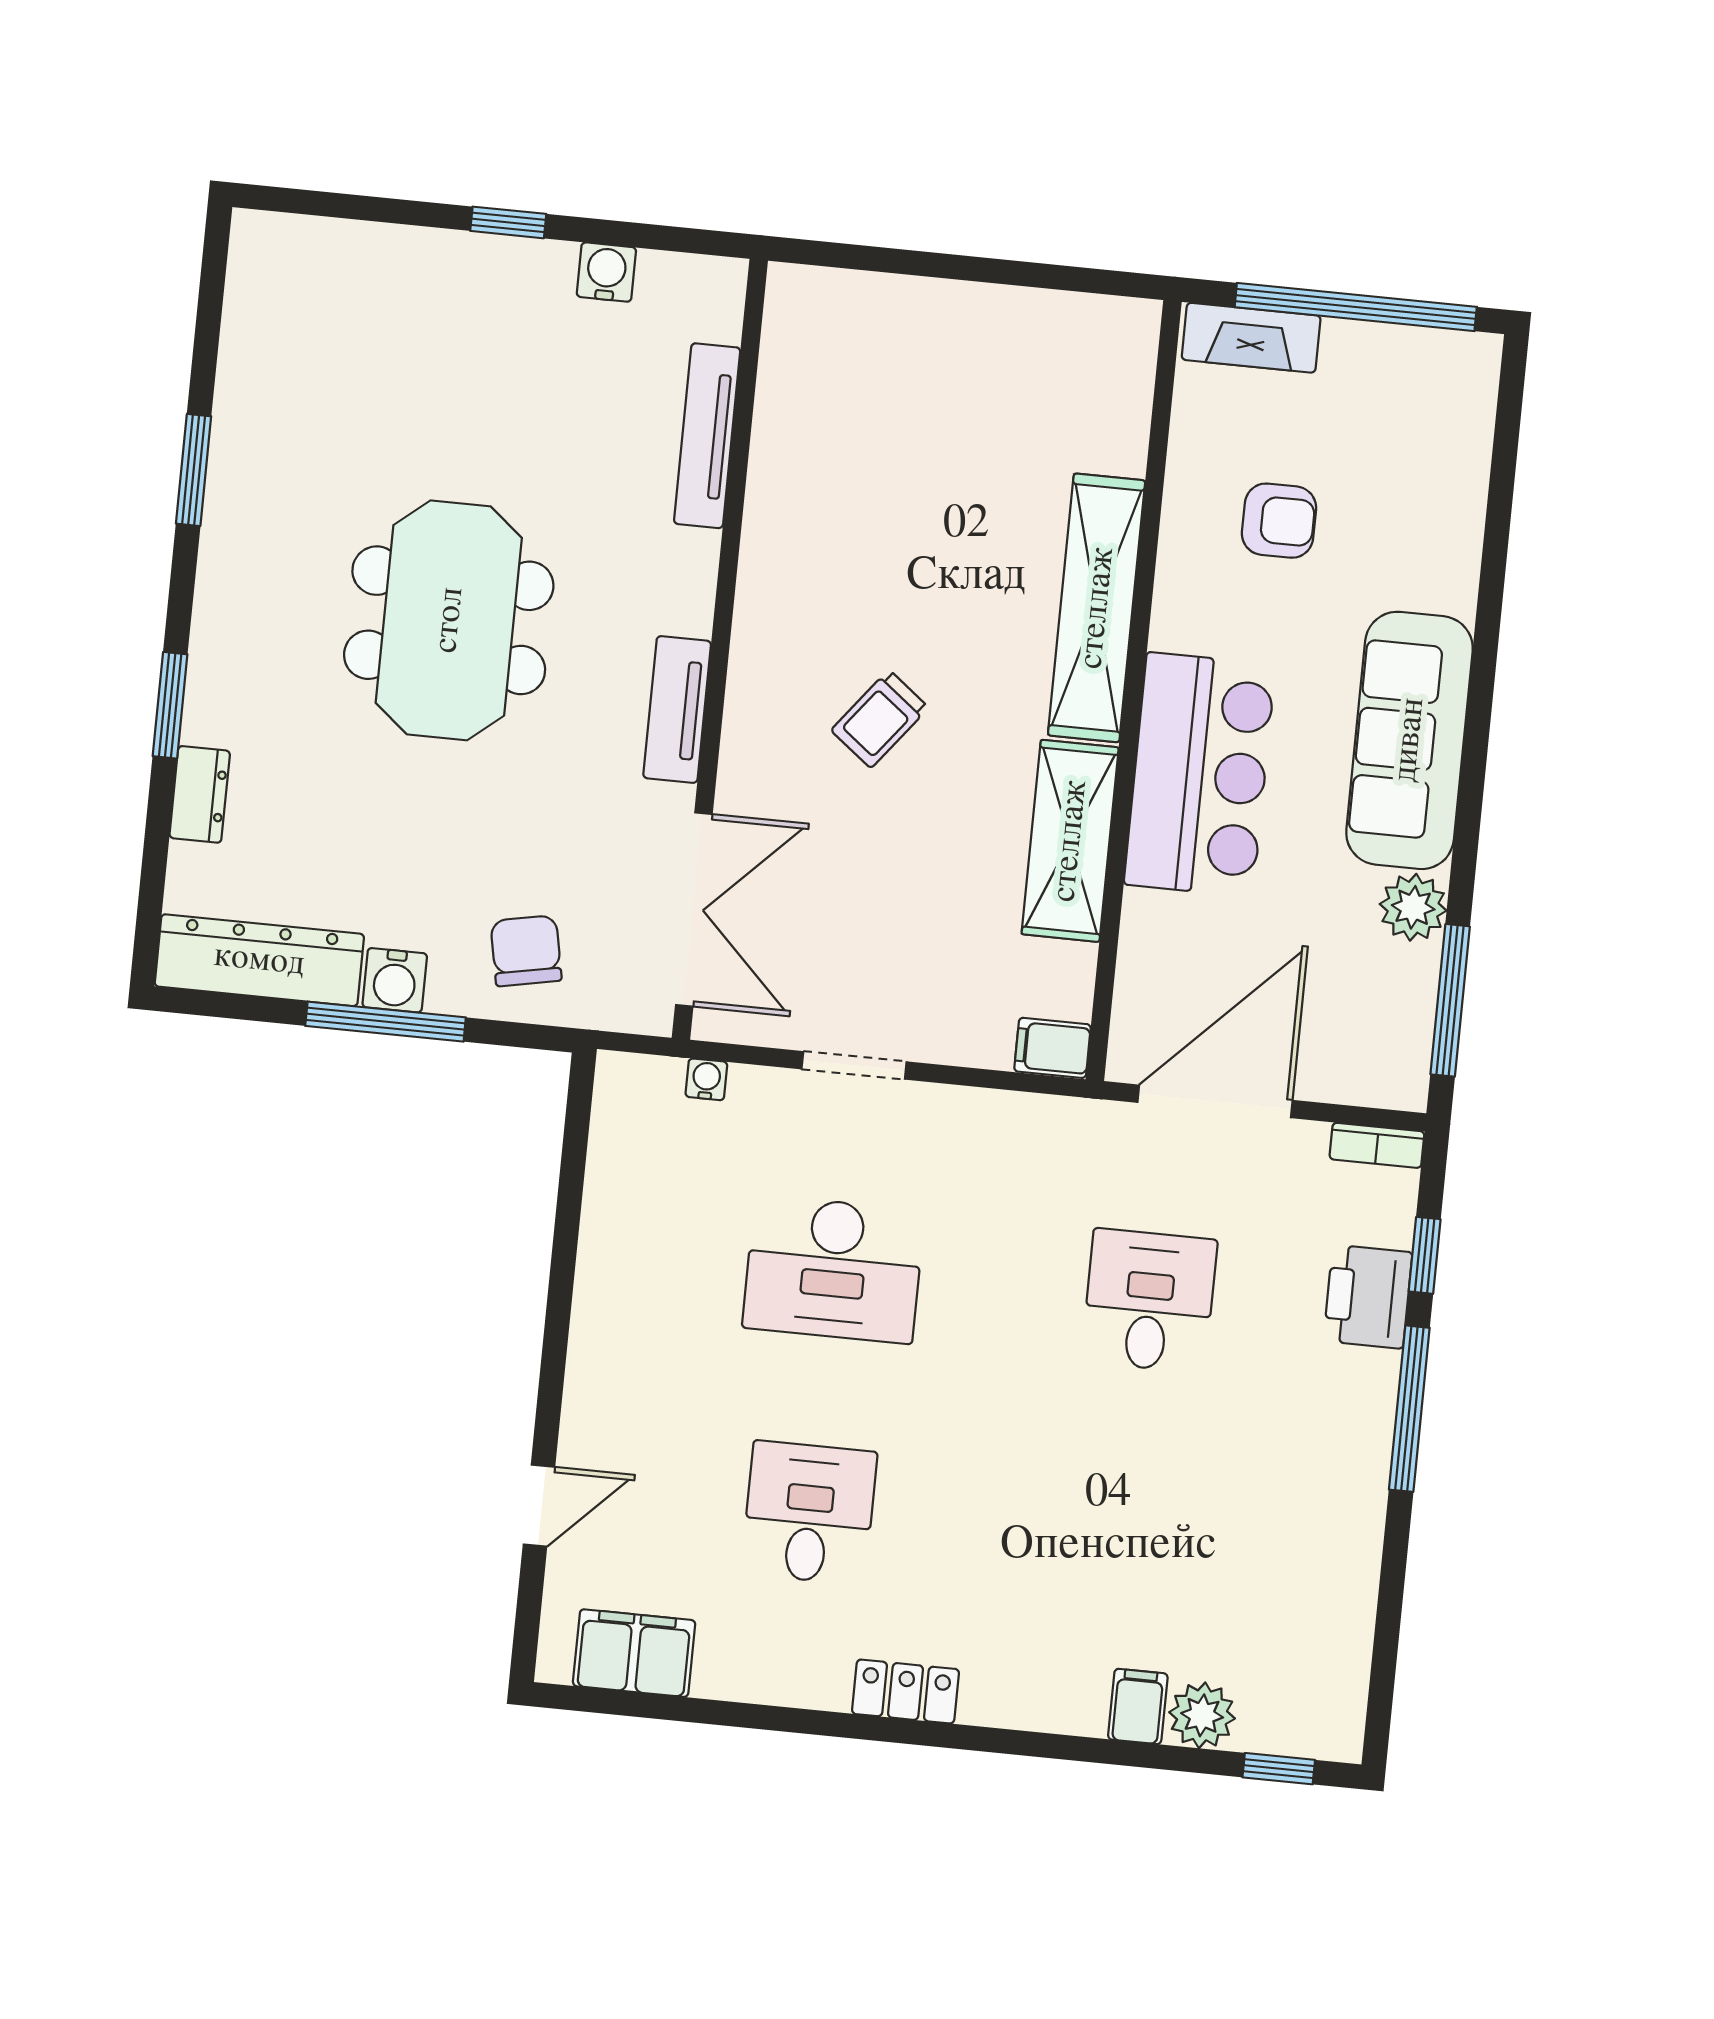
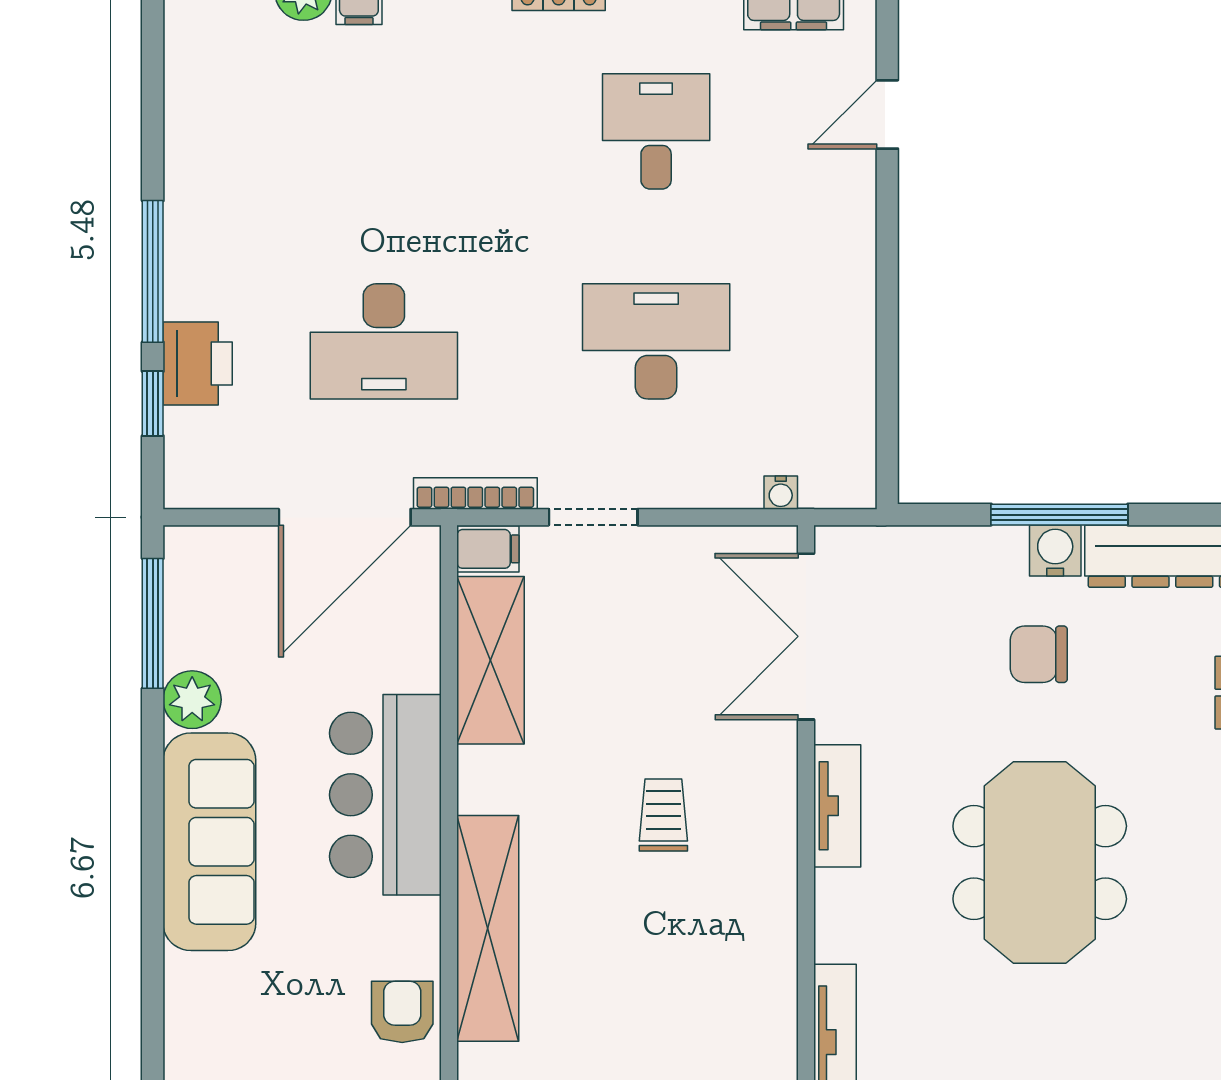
armchair: (1279, 521) -> (402, 1012), moved, turned 90
trolley: (880, 719) -> (663, 815), turned -38
shelving: (1070, 841) -> (491, 660), moved
chair: (526, 951) -> (1039, 654), moved, turned 101
doorway: (854, 1065) -> (593, 517), moved
bookcase: (1377, 1145) -> (475, 493), moved, width x1.56
desk: (1149, 1301) -> (384, 341), width x1.37
desk: (809, 1513) -> (656, 131), turned 180

